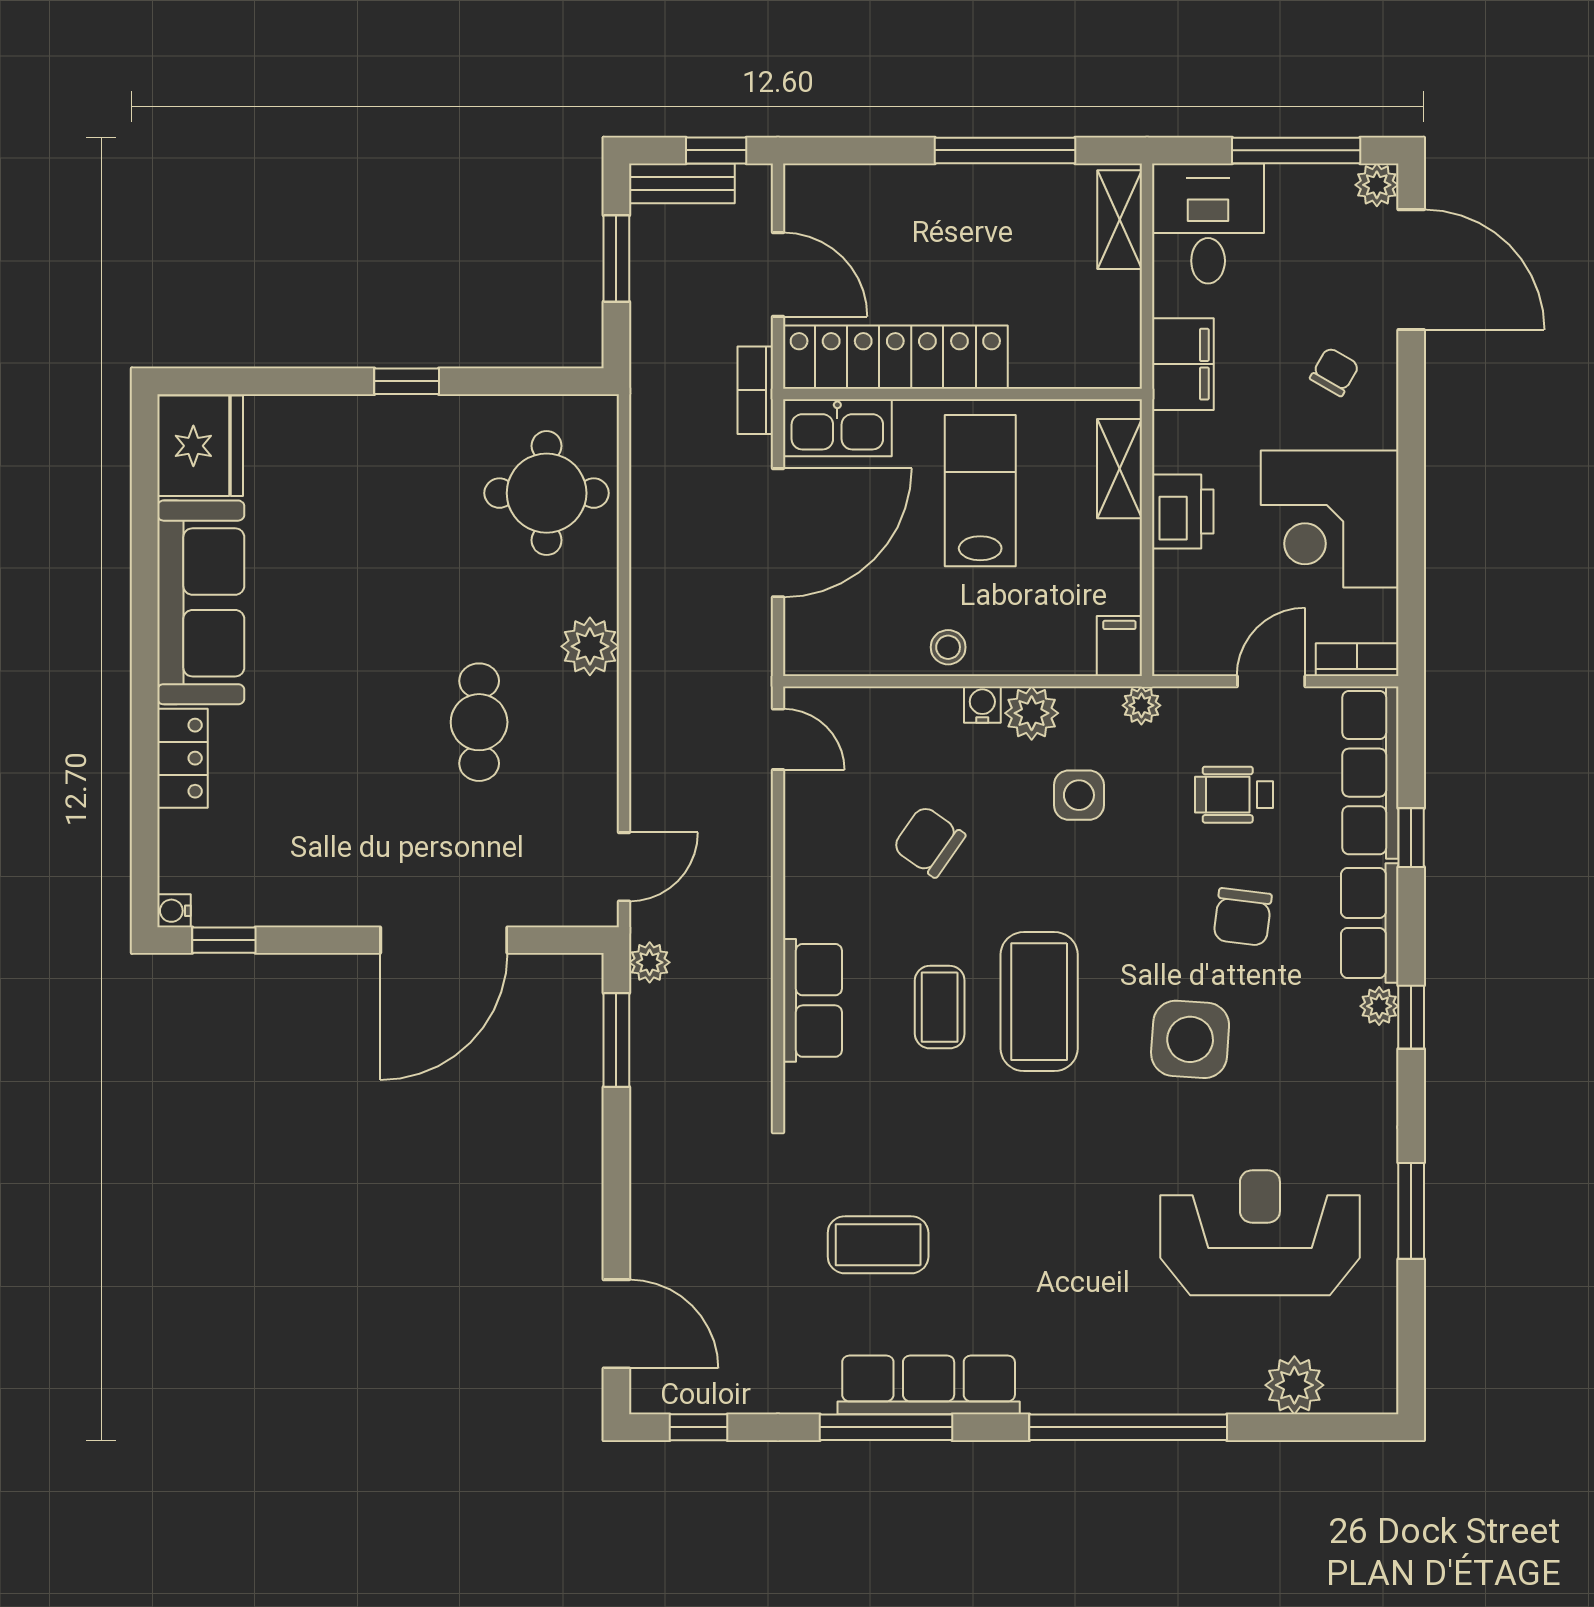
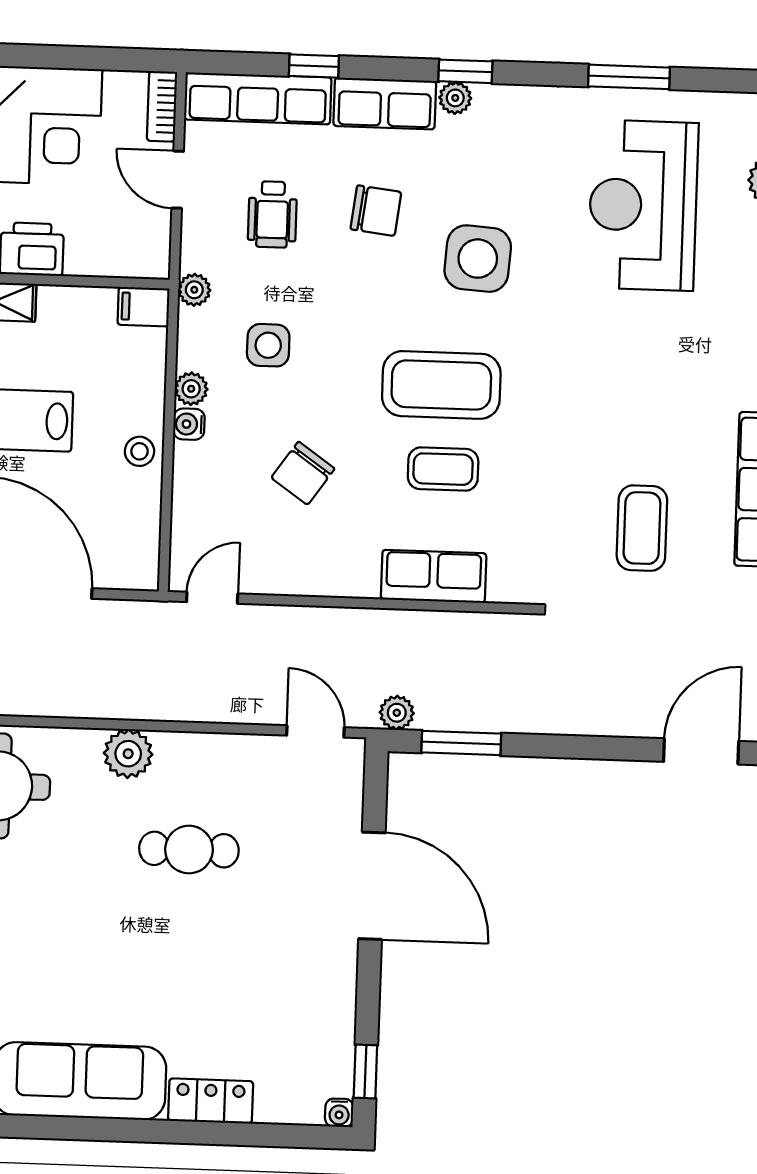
plant: (1032, 713) -> (191, 389), width x0.73, depth x0.73

